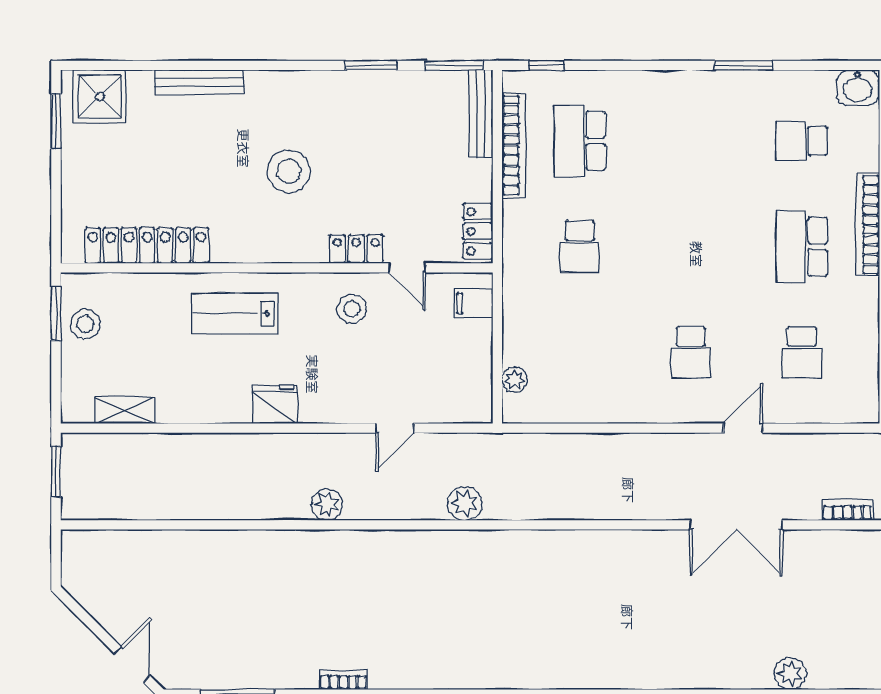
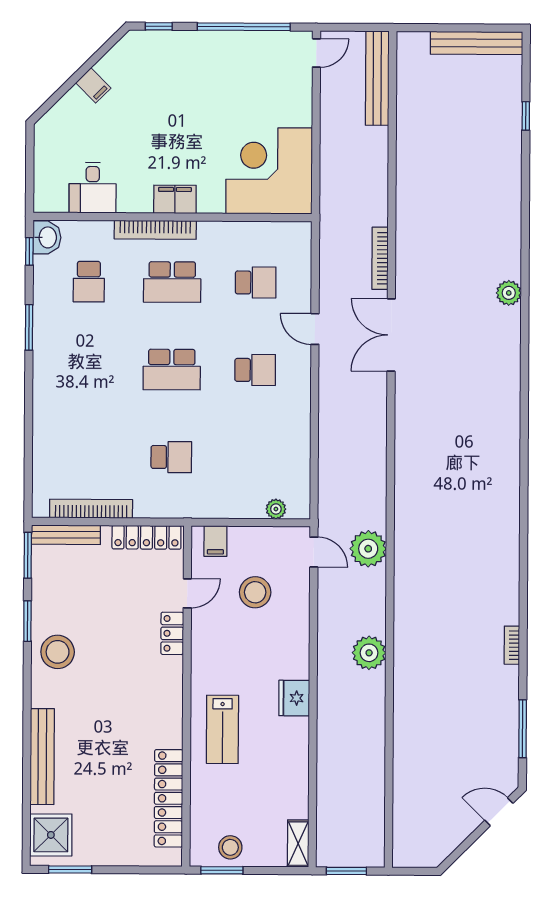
window: (547, 65) -> (29, 251), moved
bench: (199, 82) -> (42, 757), width x1.37, depth x1.21
school desk: (580, 141) -> (172, 370), moved
stool: (289, 171) -> (58, 652), moved
locker: (478, 231) -> (146, 537), width x1.53
stool: (352, 309) -> (255, 592), moved, width x1.38, depth x1.38
shelving: (124, 410) -> (298, 844), moved
door: (395, 428) -> (314, 552), moved
plant: (465, 503) -> (368, 549), width x1.36, depth x1.36
plant: (327, 505) -> (369, 653), width x1.36, depth x1.36
bookcase: (848, 510) -> (380, 258), width x1.56
double door: (736, 525) -> (391, 335), swing flipped

